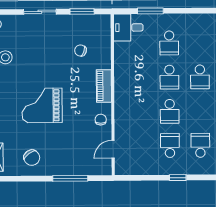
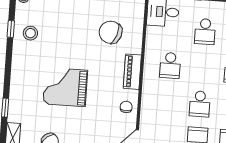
chair: (81, 51) -> (111, 32), width x1.87, depth x1.87
school desk: (169, 77) -> (170, 65), moved

